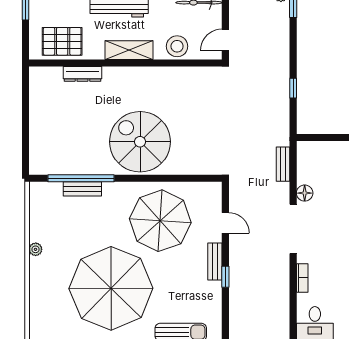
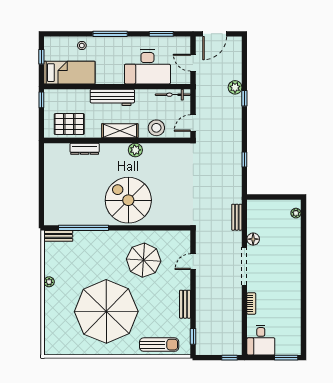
plant: (149, 76) -> (135, 150), added
bench: (82, 189) -> (58, 236), moved
parasol: (160, 221) -> (144, 260), width x0.73, depth x0.73
door: (225, 223) -> (193, 262), swing flipped
bench: (215, 261) -> (185, 304), moved
window: (225, 277) -> (193, 336), moved

